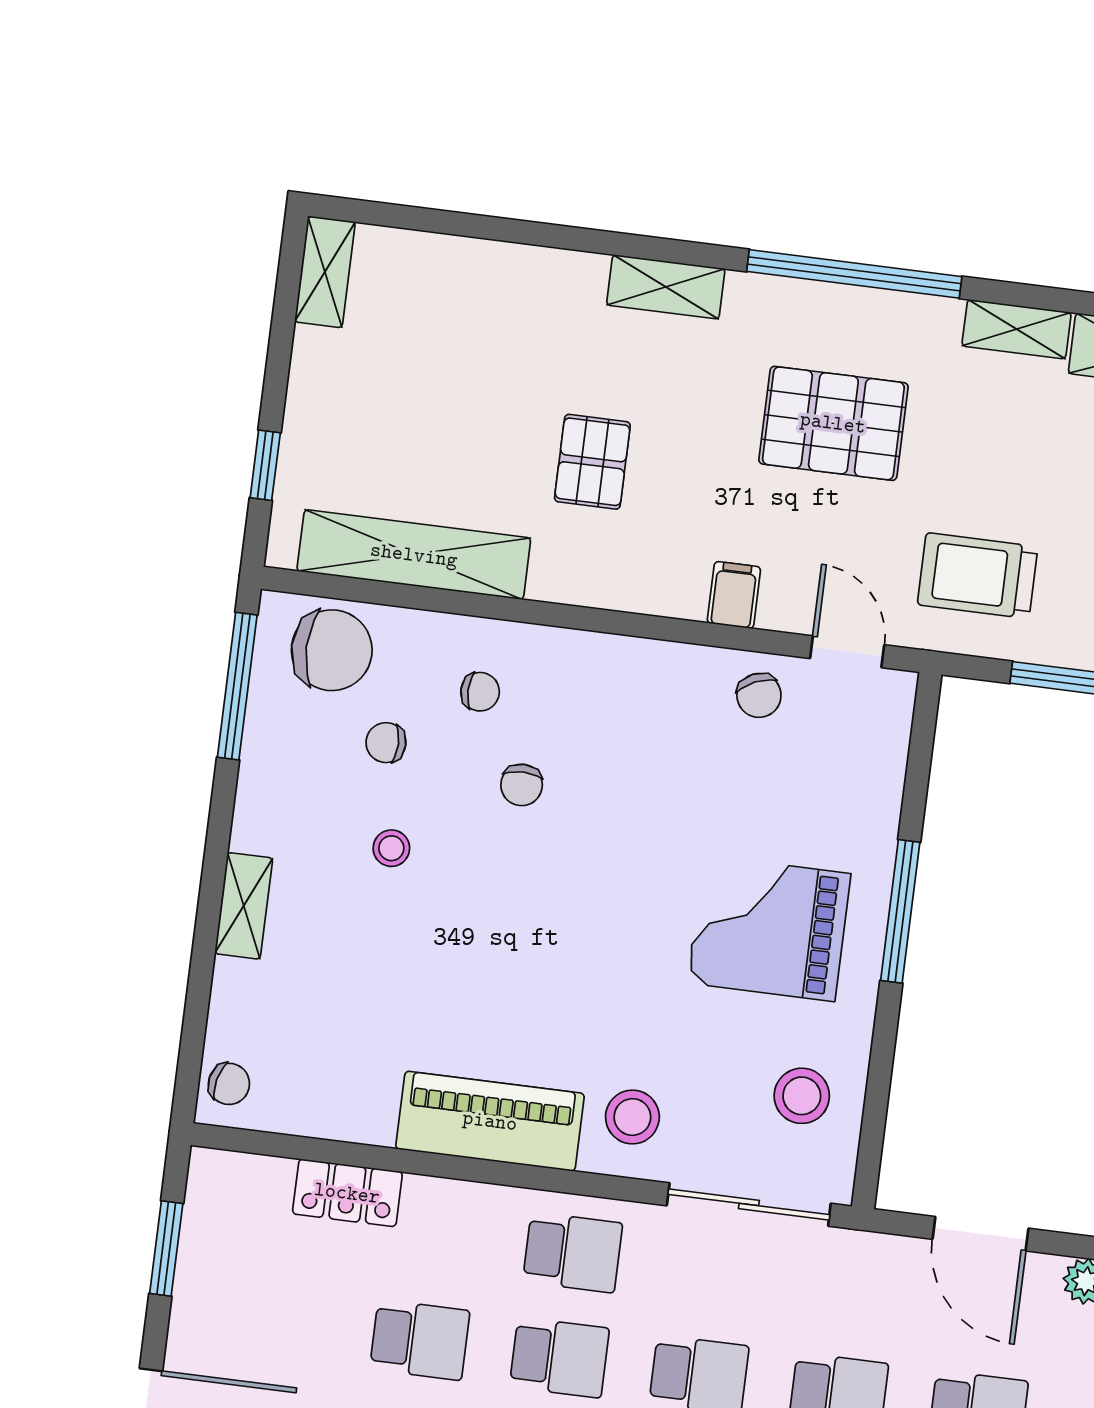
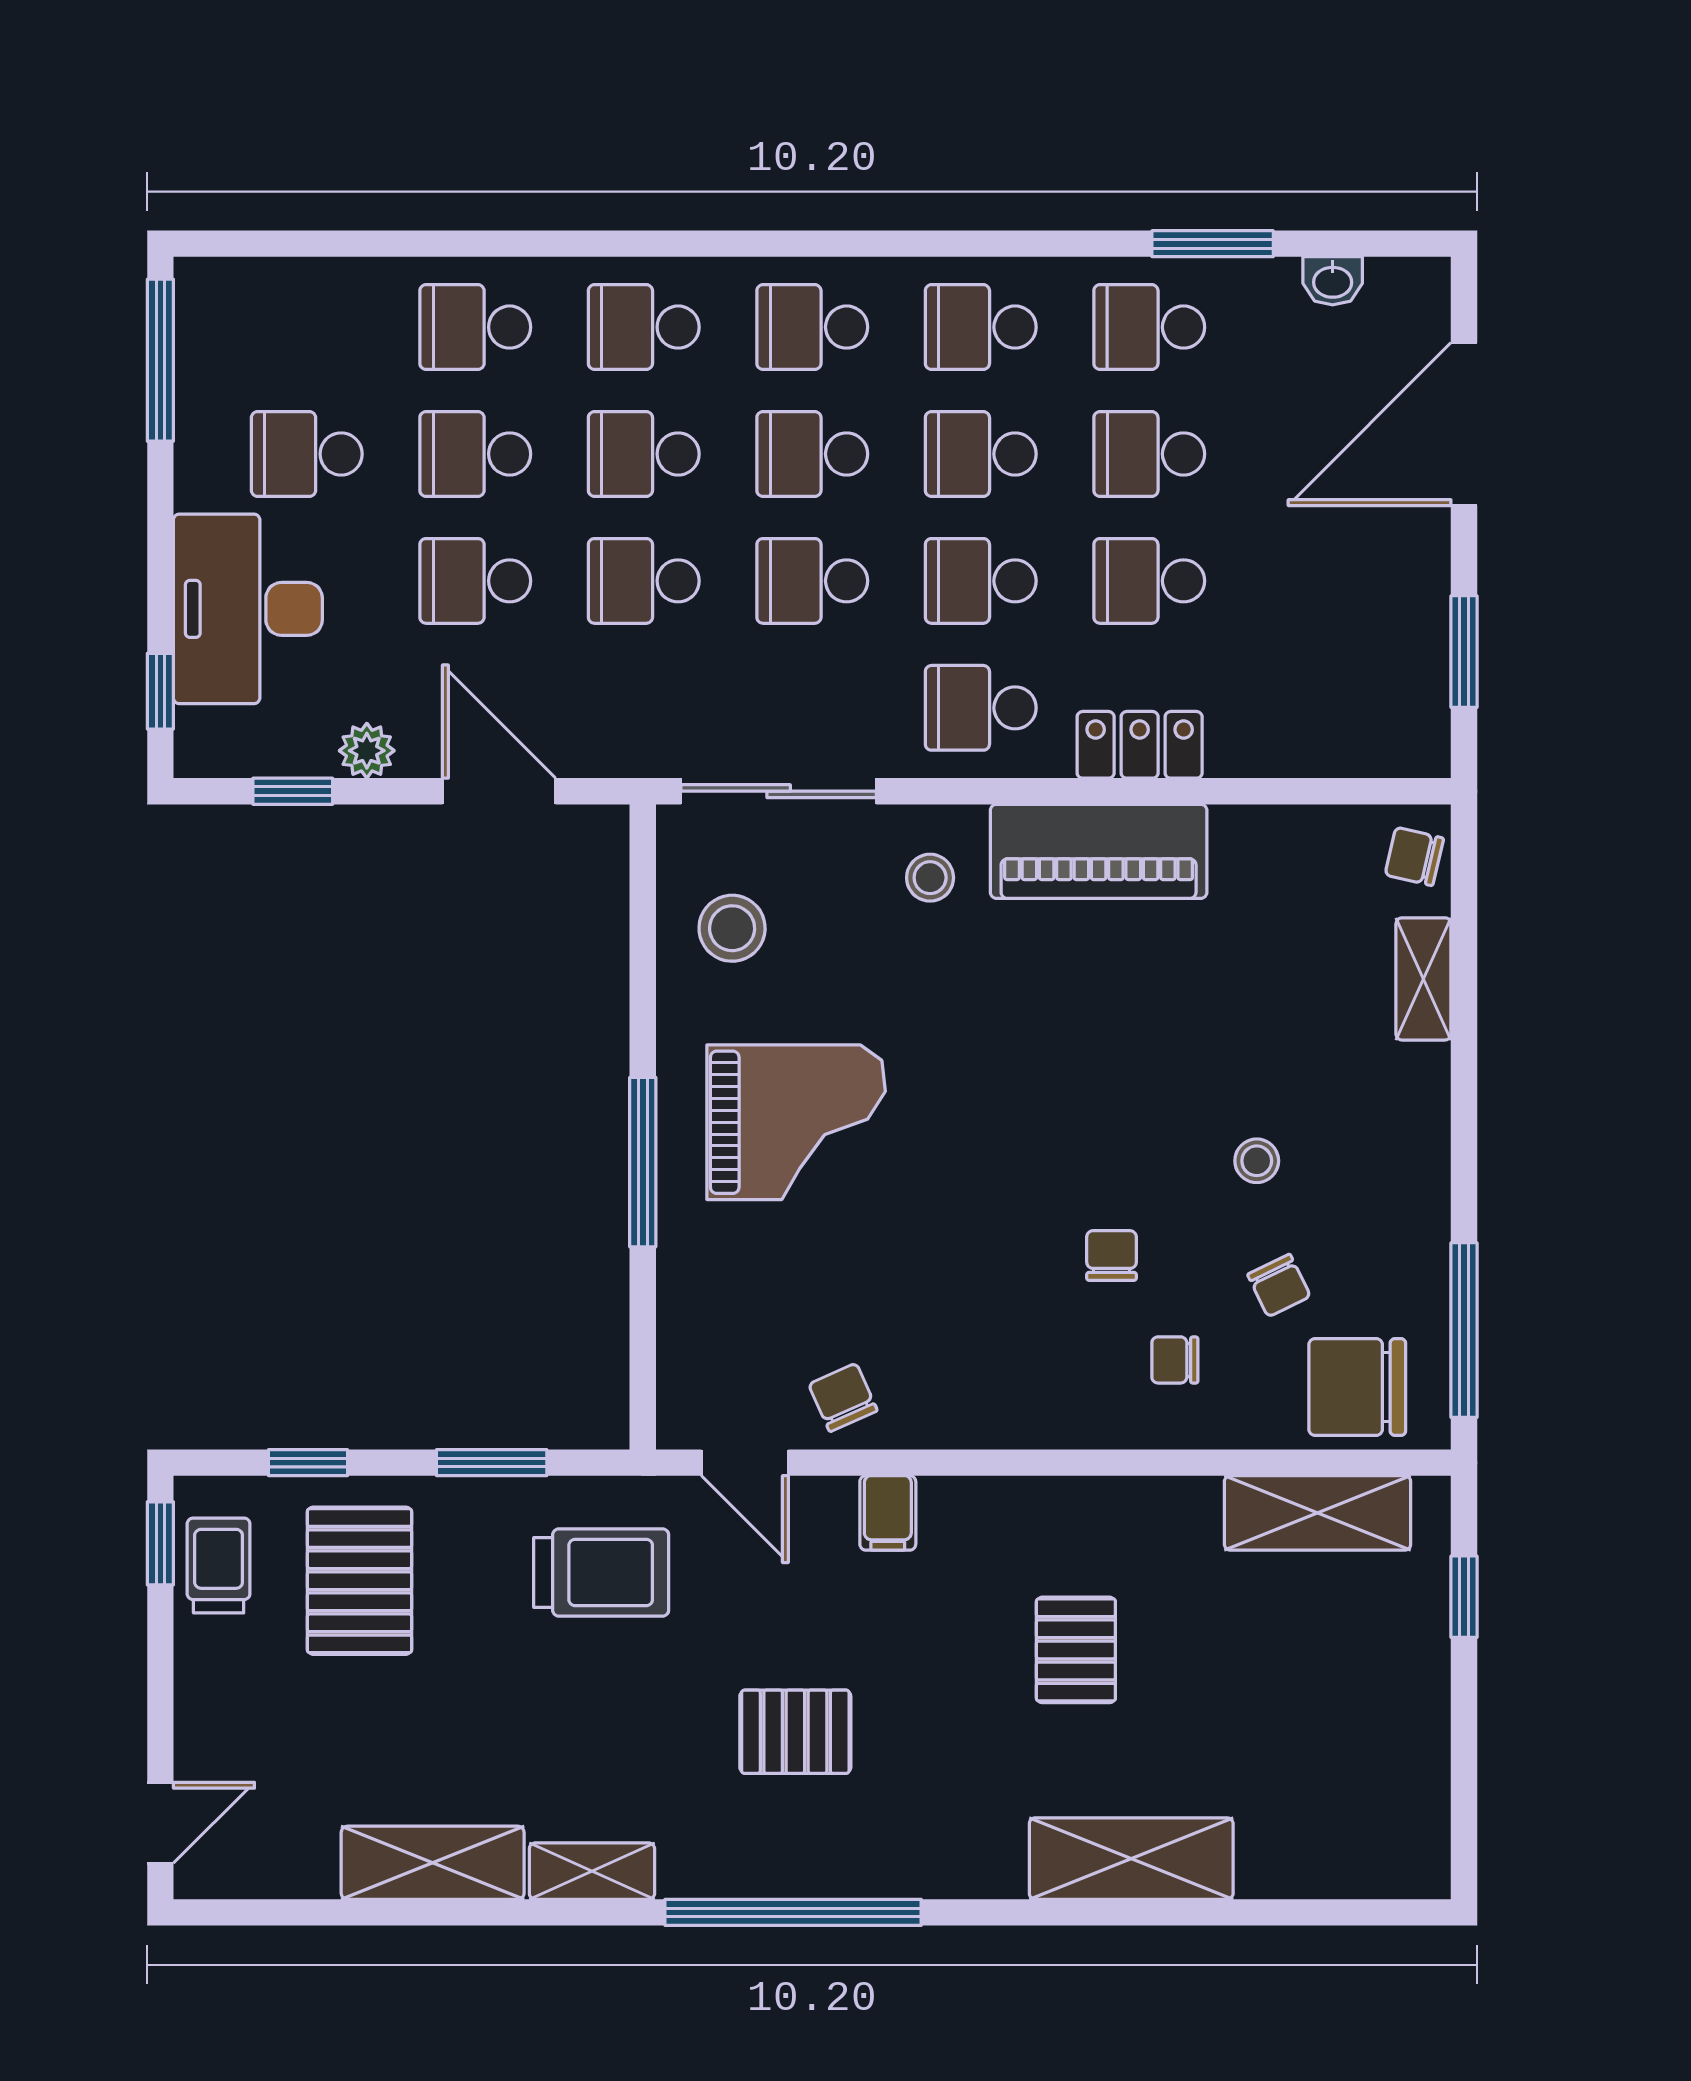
shelving: (325, 272) -> (1422, 1835), removed
shelving: (666, 287) -> (1131, 1859), moved, width x1.50, depth x1.33
pallet: (833, 423) -> (795, 1732), width x0.67, depth x0.71
shelving: (414, 555) -> (1318, 1513), width x0.68
chair: (386, 743) -> (1279, 1285), turned 64
shelving: (244, 906) -> (1423, 979), moved
stool: (632, 1117) -> (930, 878), width x0.73, depth x0.73
locker: (347, 1193) -> (1140, 745), moved

